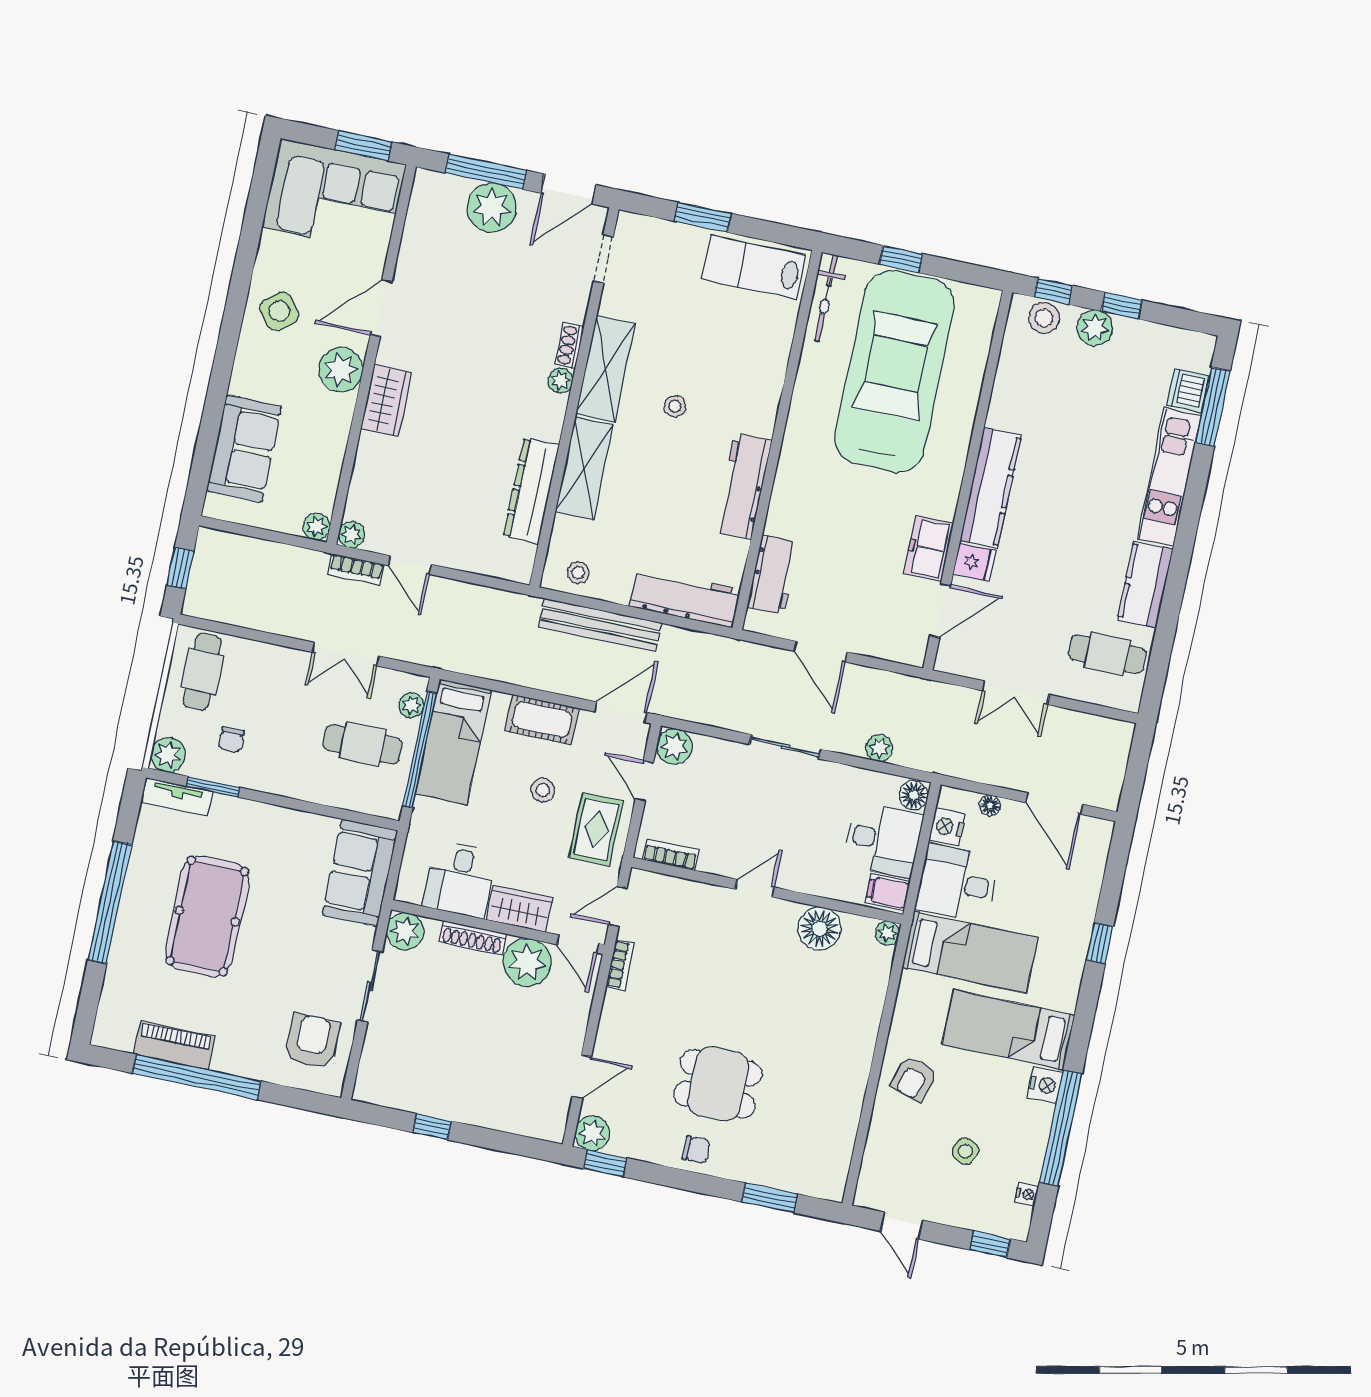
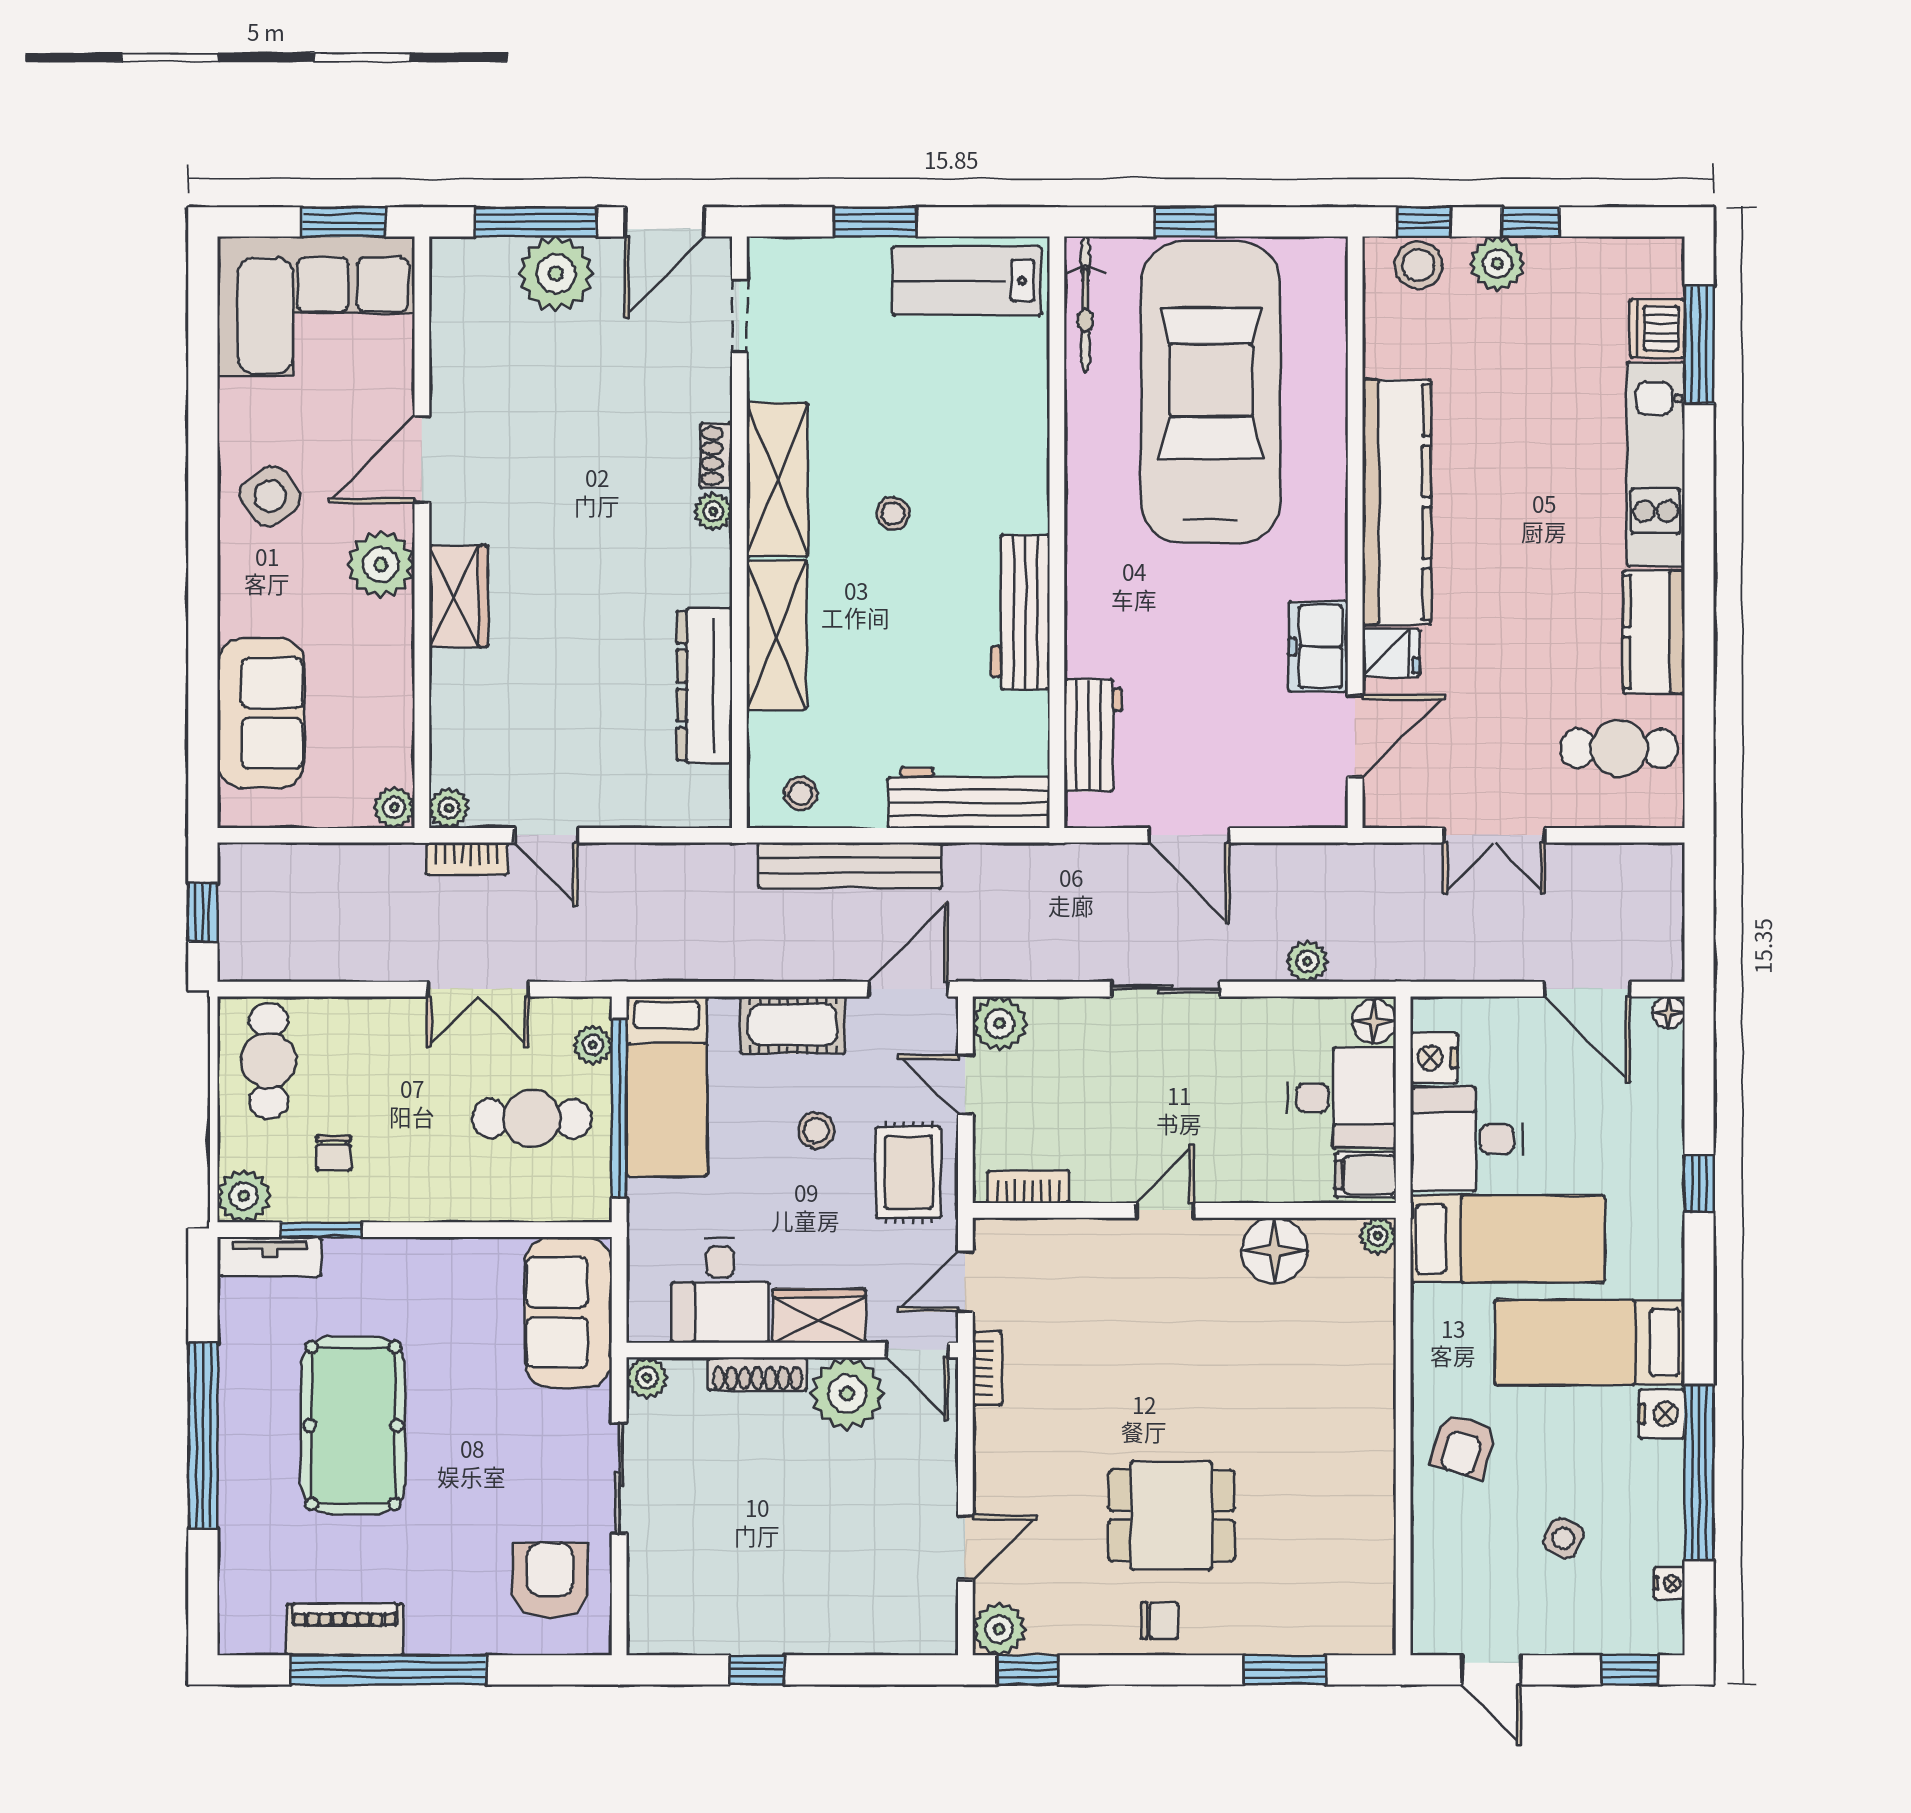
kitchen counter: (991, 488) -> (1397, 502), width x1.39, depth x1.17
floor lamp: (990, 805) -> (1669, 1012), moved
plant: (405, 931) -> (647, 1378), width x0.73, depth x0.73

